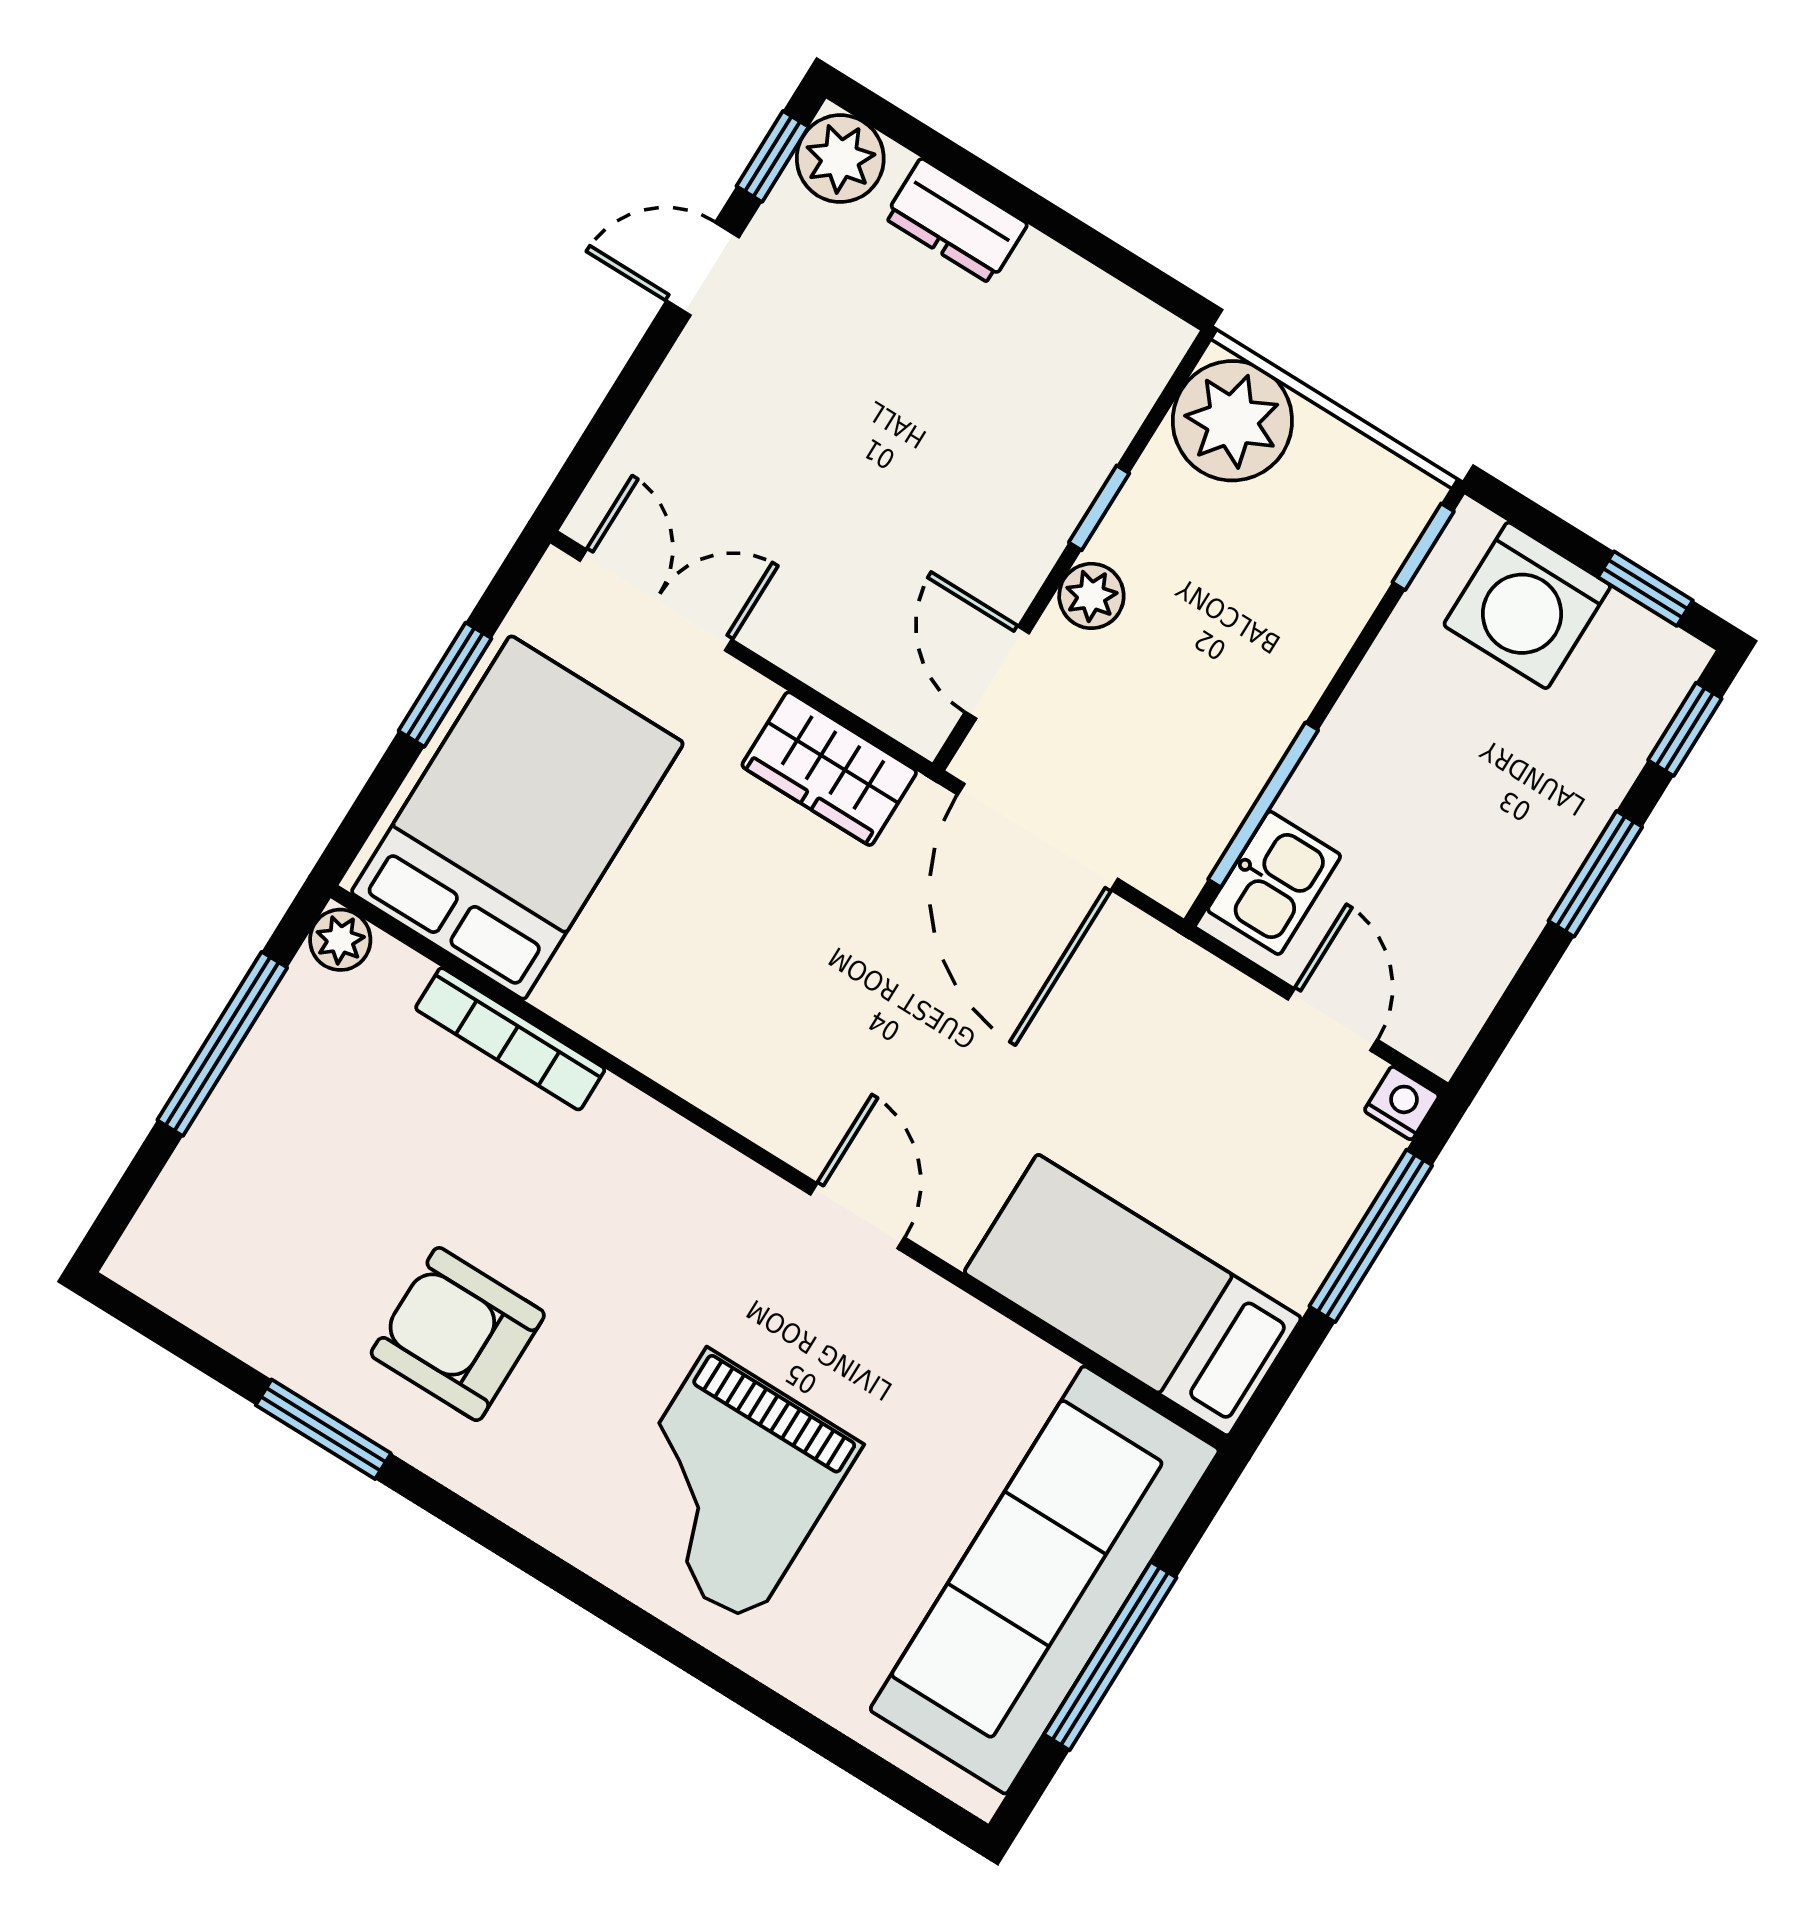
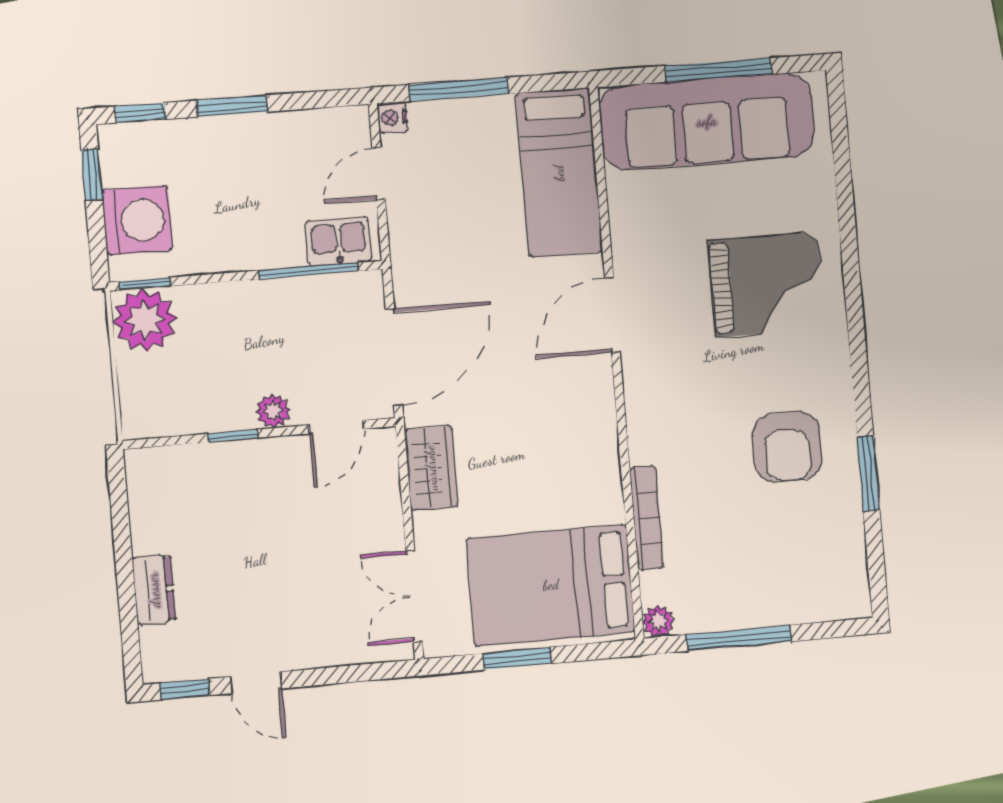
plant: (840, 159) -> (164, 659), removed
plant: (1232, 421) -> (145, 320), moved
door: (857, 1216) -> (612, 315), width x1.38

